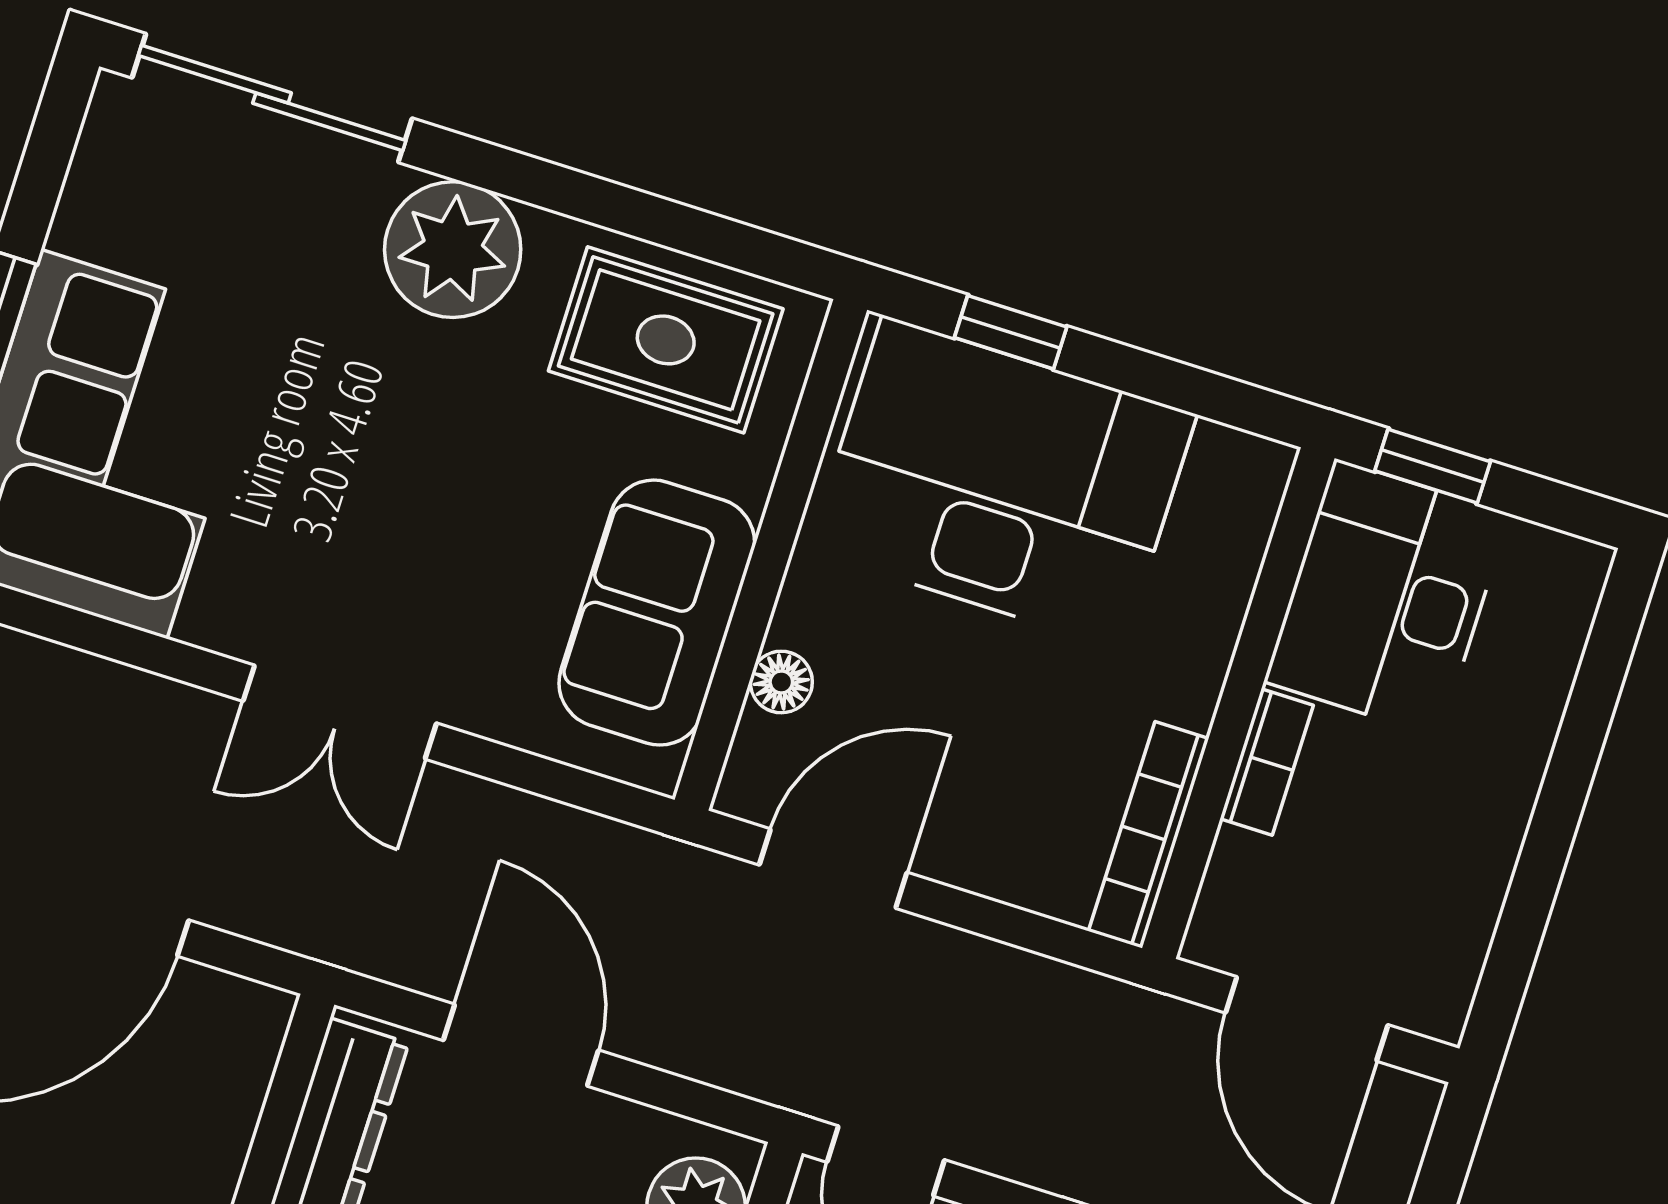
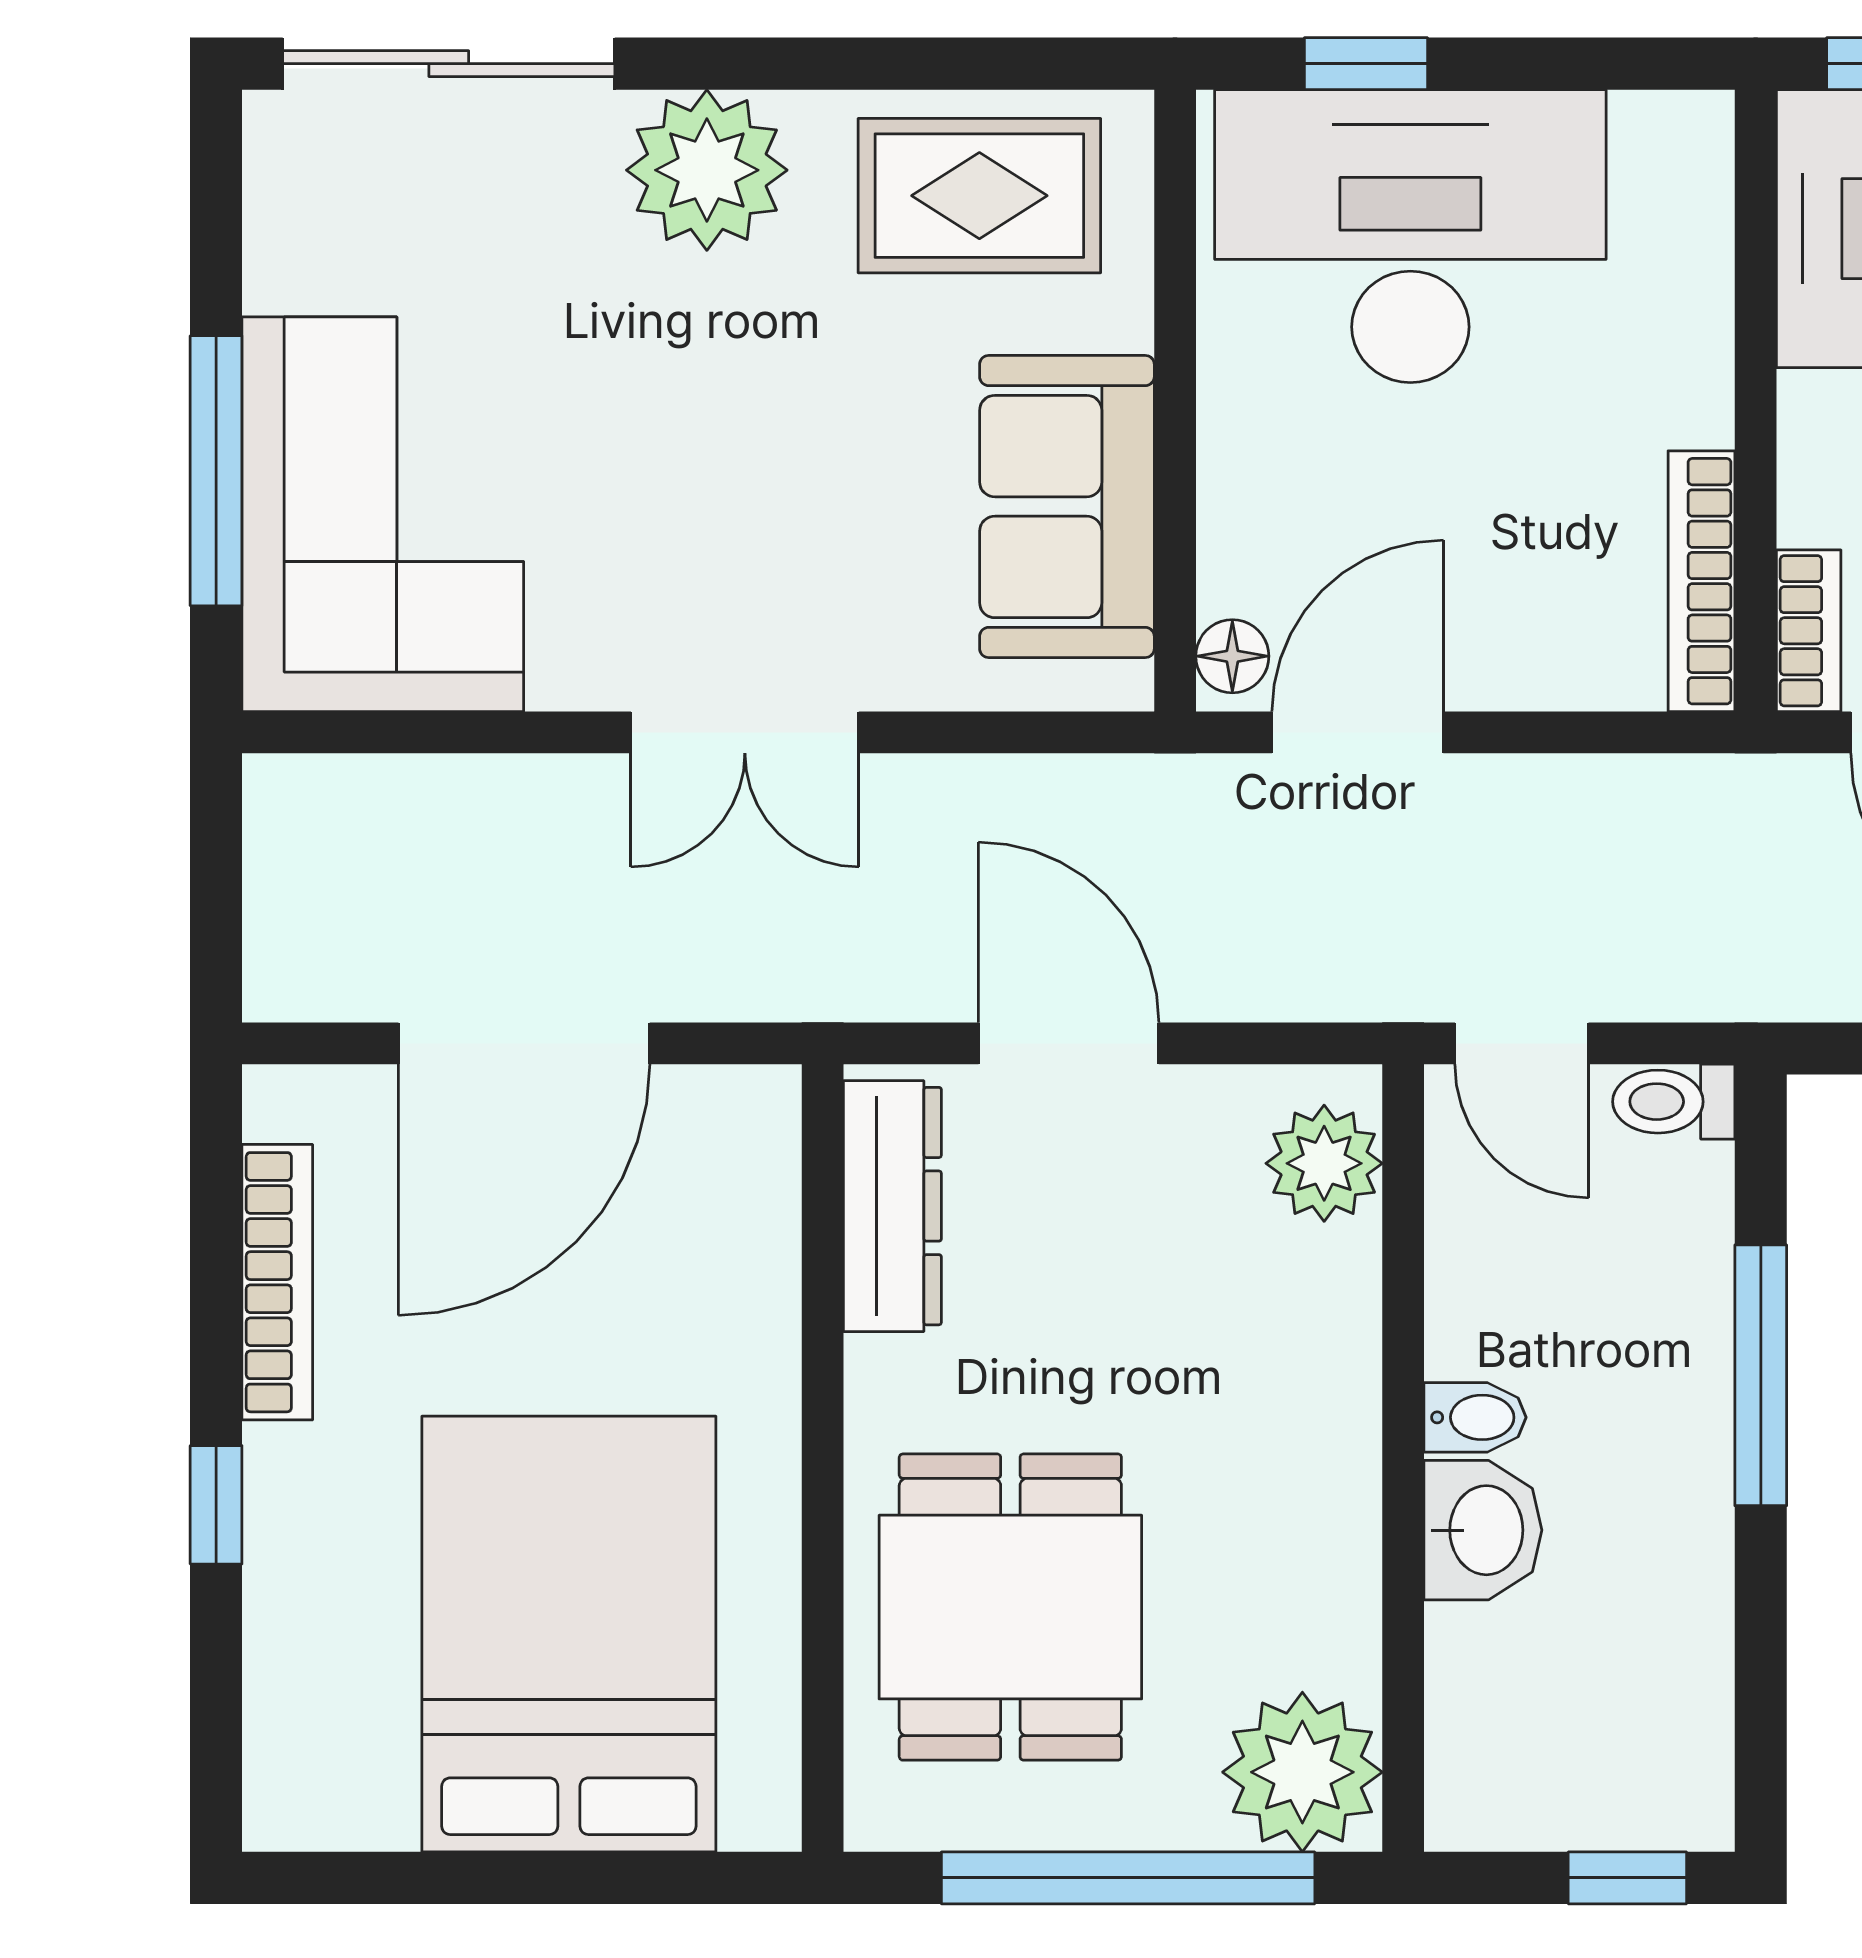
floor lamp: (781, 682) -> (1232, 656), moved
bookcase: (1267, 762) -> (1809, 631), moved

